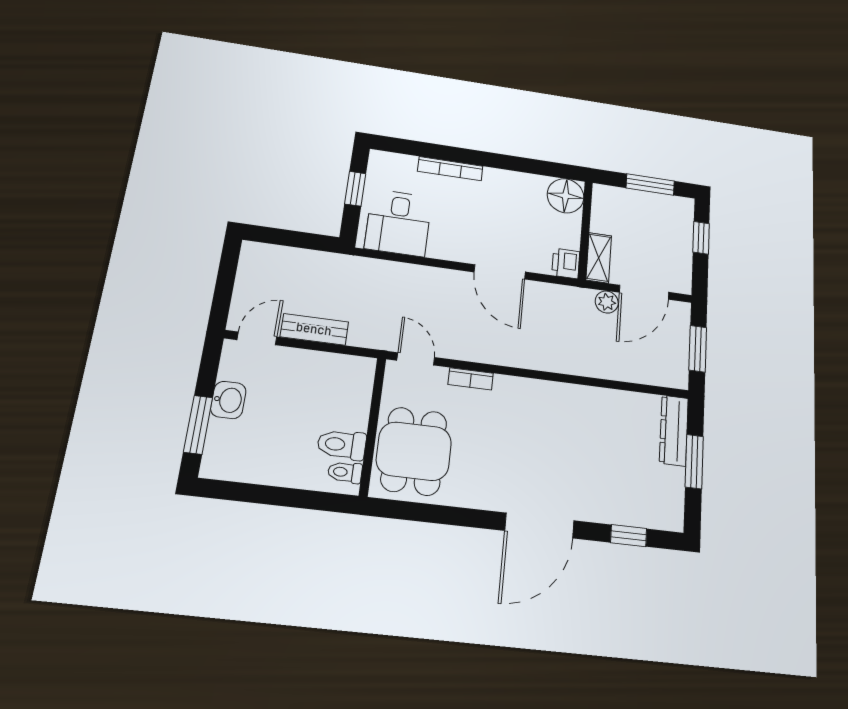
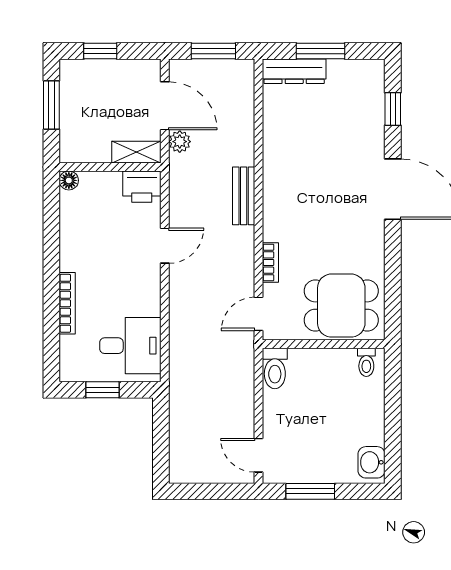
floor lamp: (566, 196) -> (69, 180), width x0.53, depth x0.53
printer: (566, 263) -> (142, 187), width x1.36, depth x1.24
door: (500, 272) -> (165, 246), width x0.73
bench: (314, 329) -> (244, 196), moved
washbasin: (228, 400) -> (371, 462), moved, turned -90
window: (198, 425) -> (310, 491), moved
toilet: (342, 445) -> (275, 368), moved

